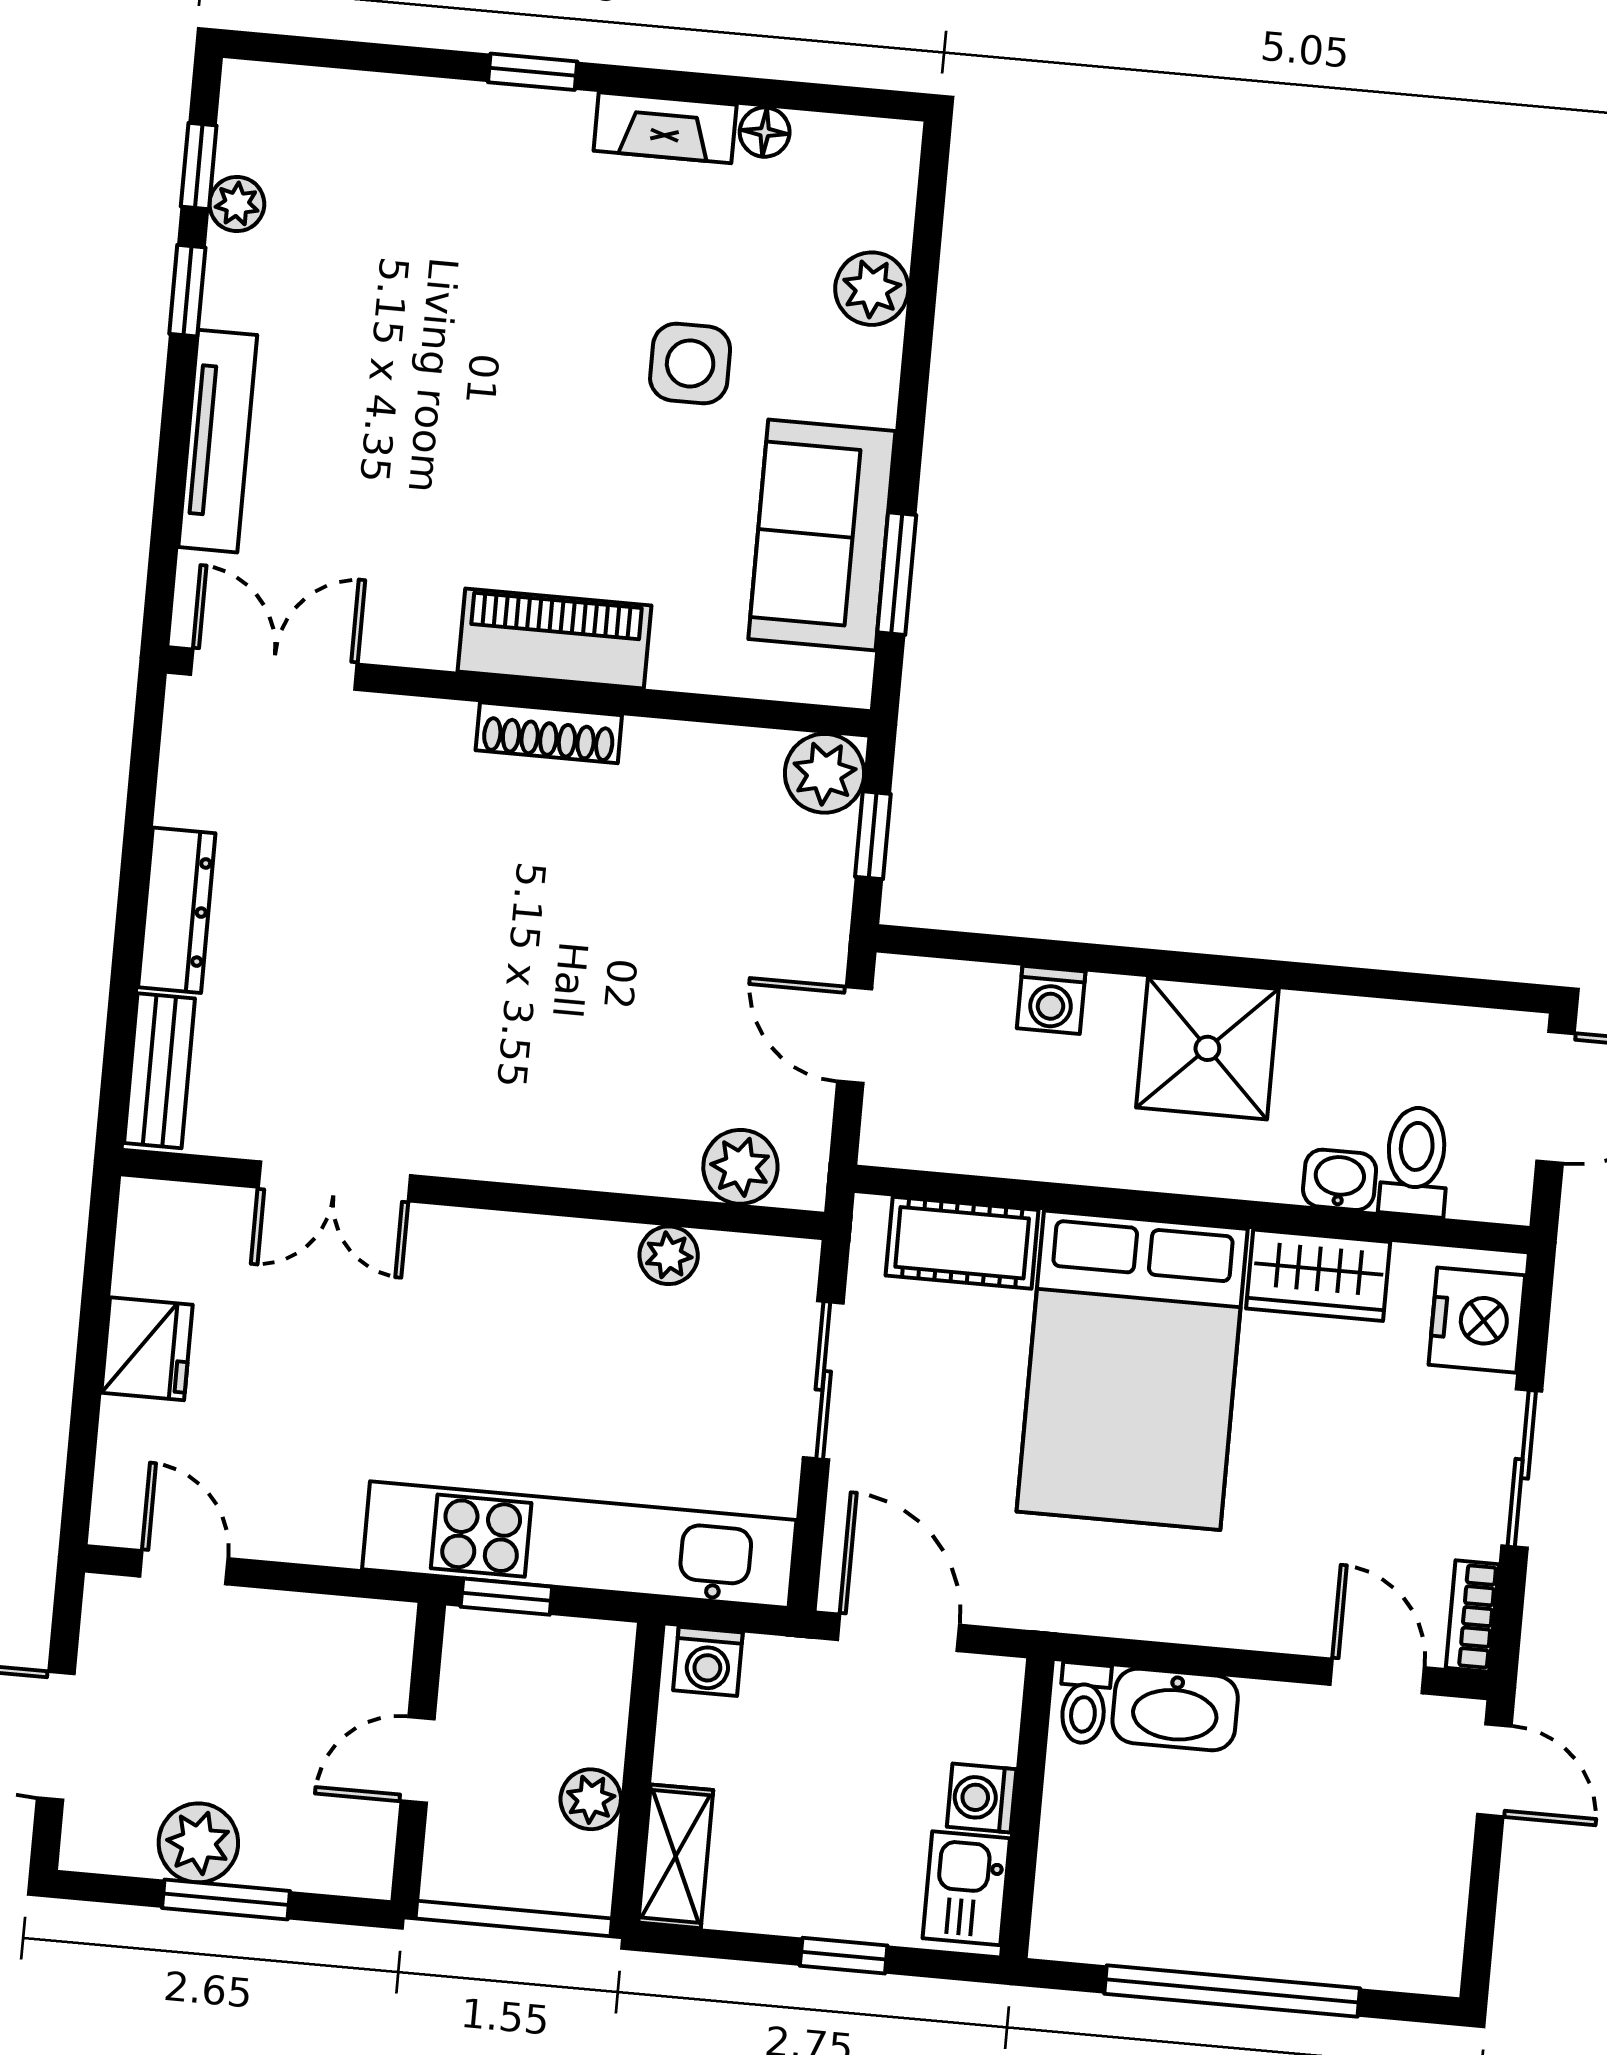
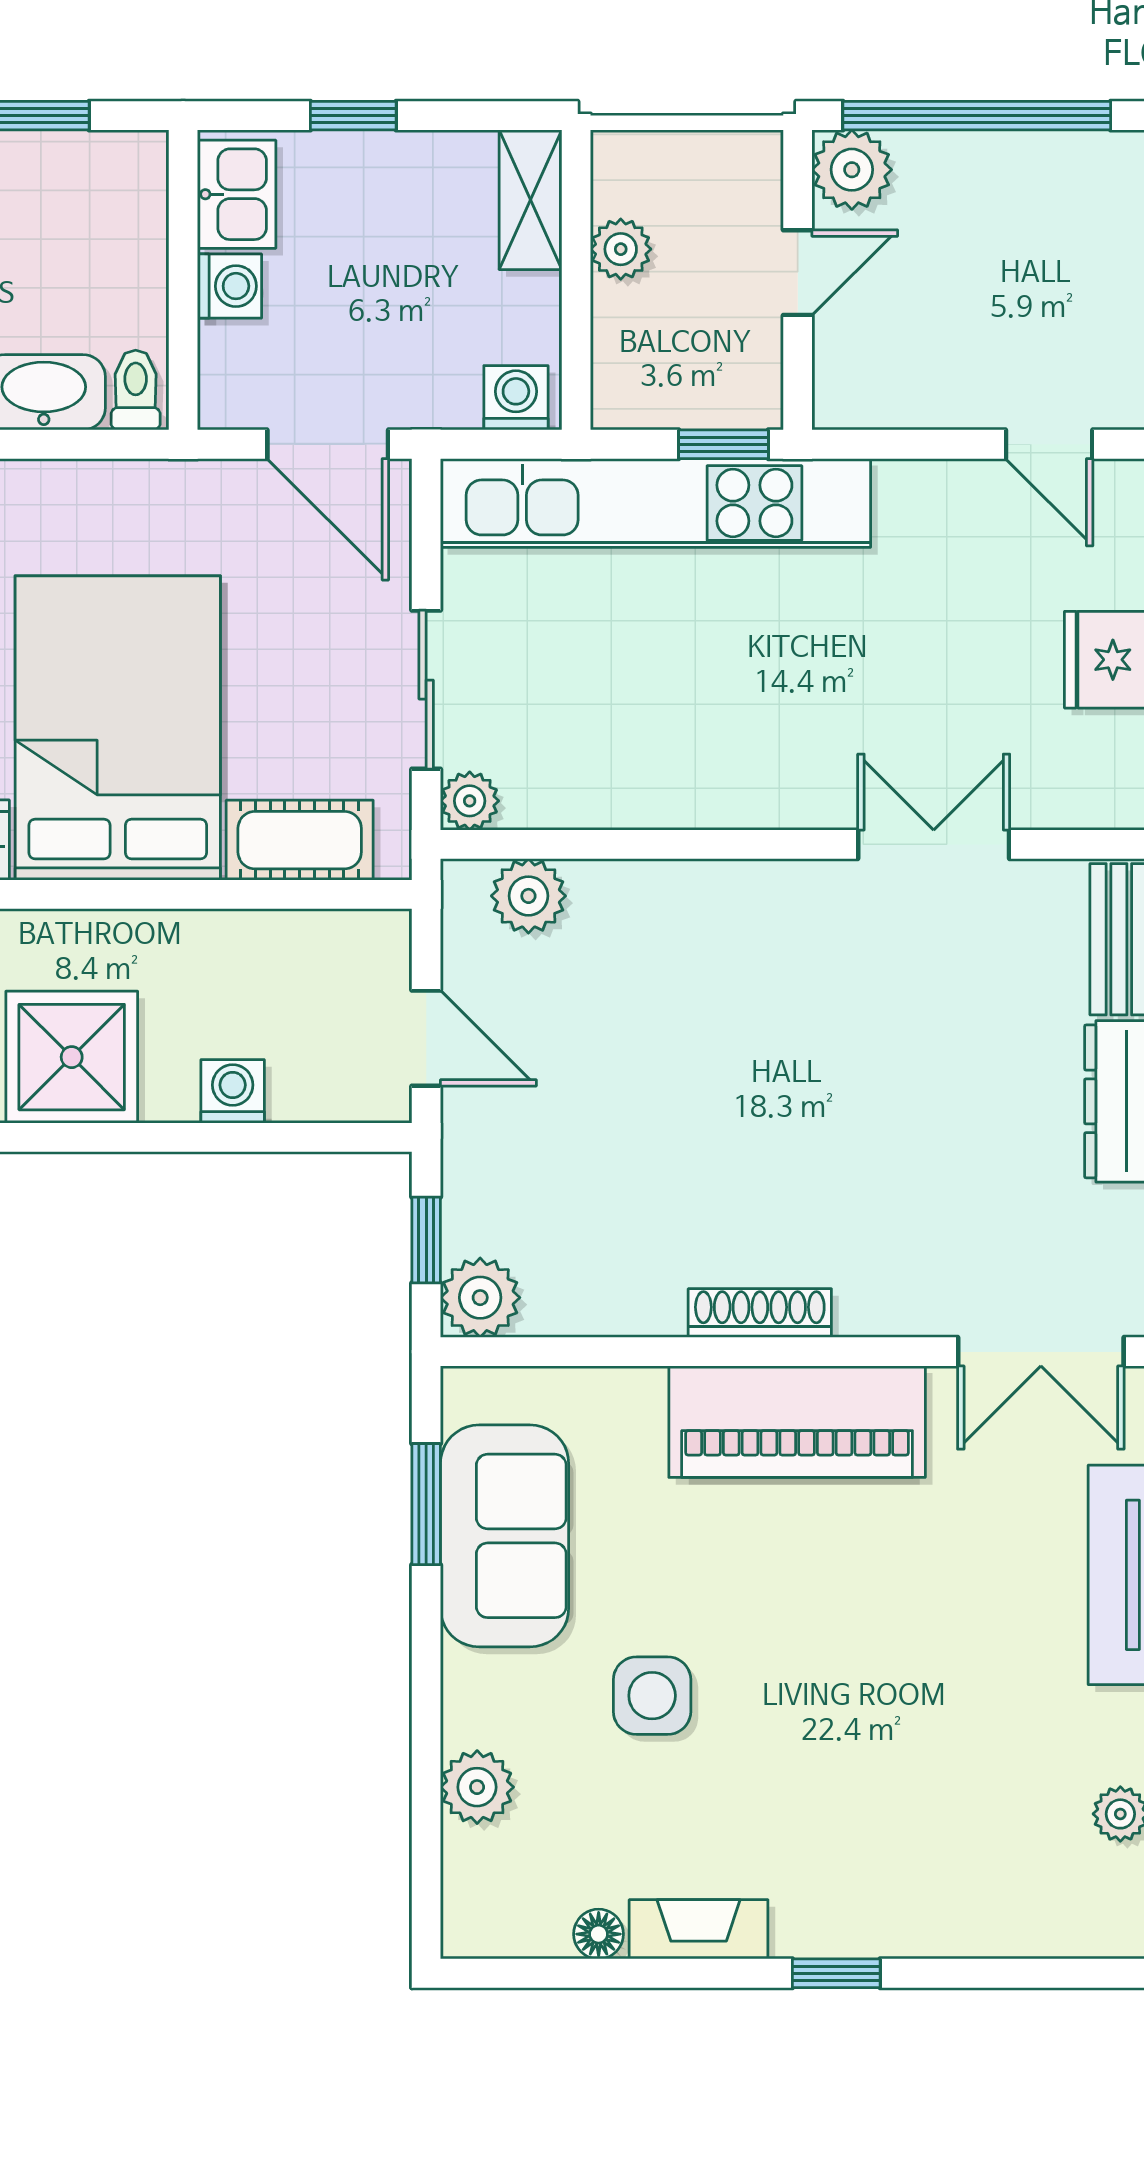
piano: (555, 638) -> (797, 1422), width x1.37, depth x1.33
plant: (669, 1255) -> (470, 801), moved
plant: (198, 1843) -> (852, 170), moved
window: (226, 1899) -> (977, 116), width x2.11

